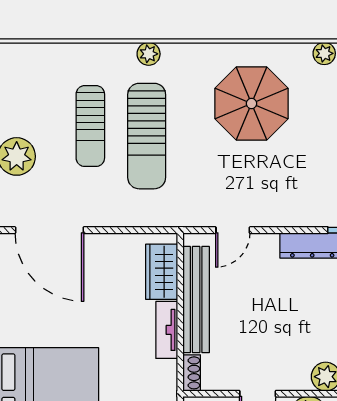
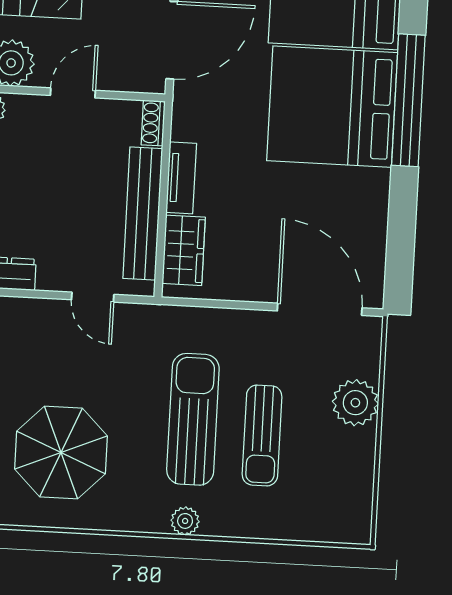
sun lounger: (90, 126) -> (262, 435), turned 180
door: (233, 230) -> (93, 297), swing flipped

